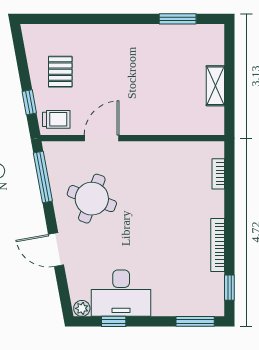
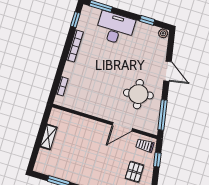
round table: (92, 199) -> (138, 94), turned -30
desk: (121, 293) -> (115, 28), moved

